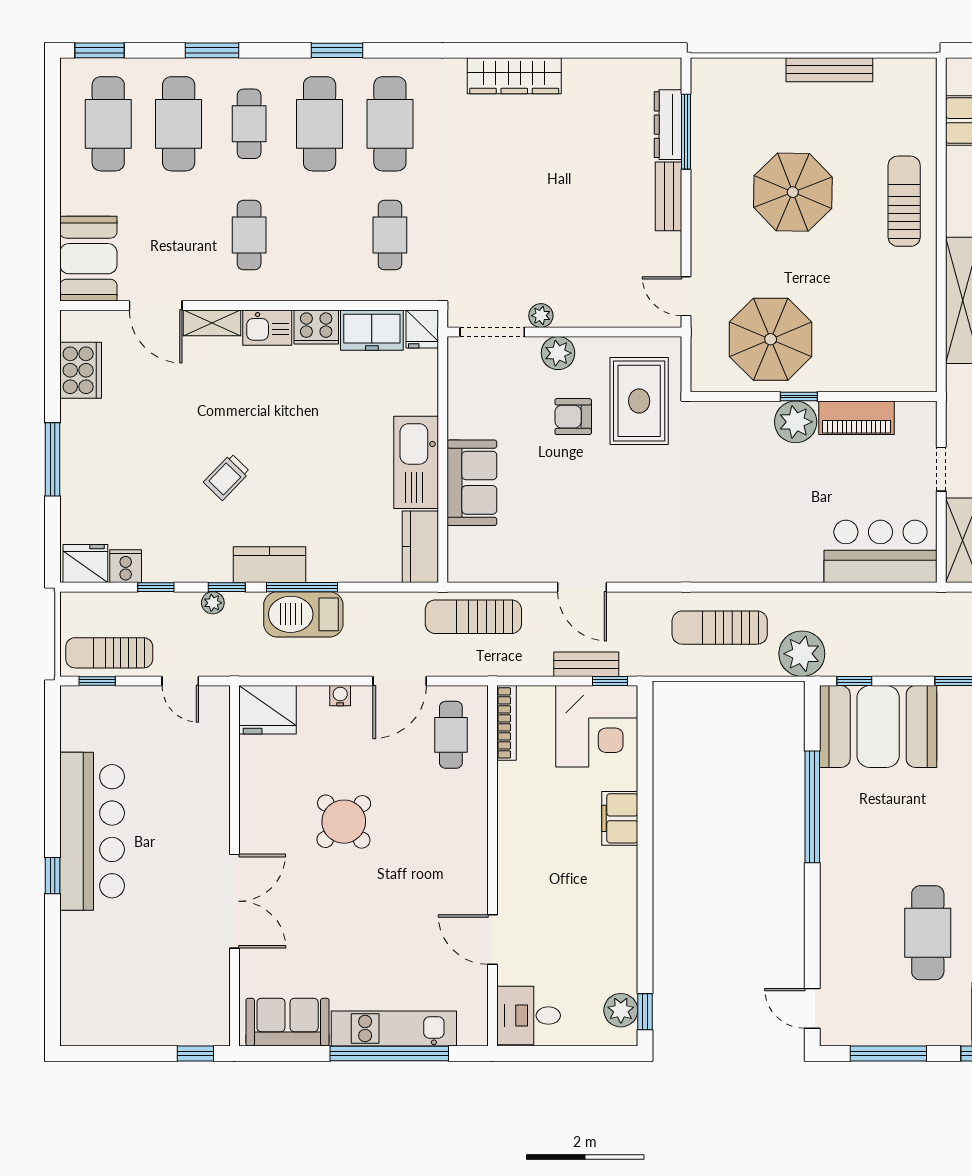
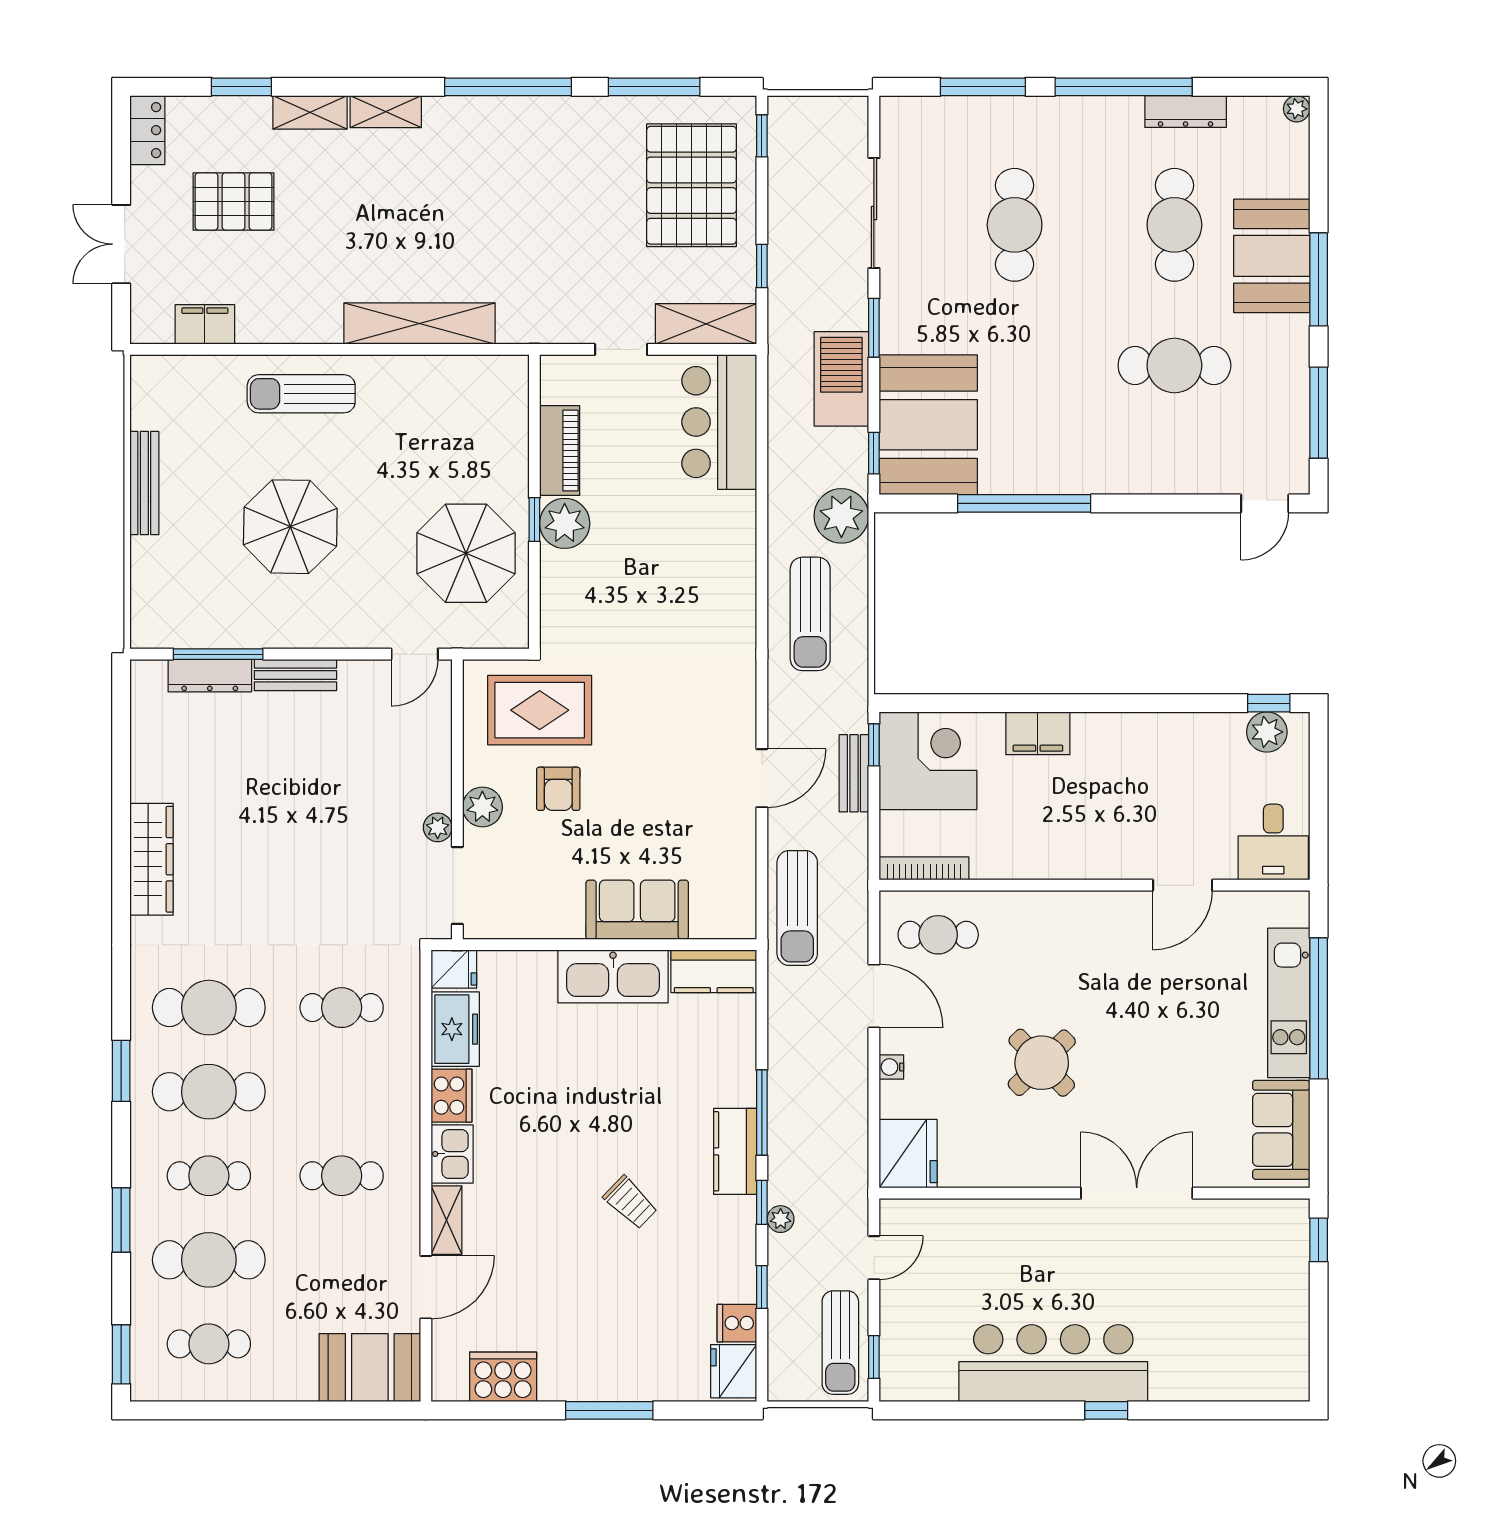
cafe table: (108, 124) -> (209, 1344), width x0.73, depth x0.74
barbecue: (303, 614) -> (841, 379), moved, turned 180

